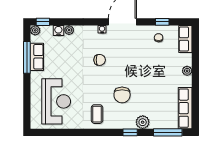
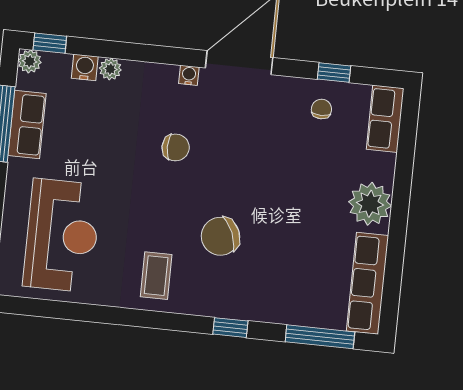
plant: (187, 71) -> (370, 204), width x1.88, depth x1.88
chair: (122, 95) -> (220, 236), turned 67
plant: (143, 122) -> (263, 306), removed

